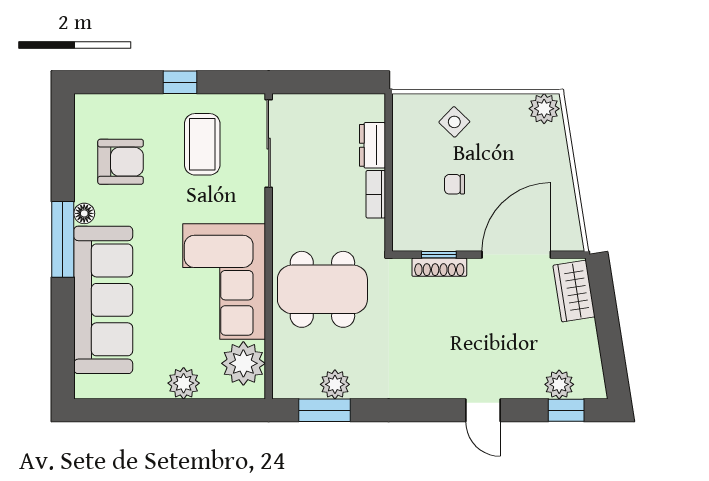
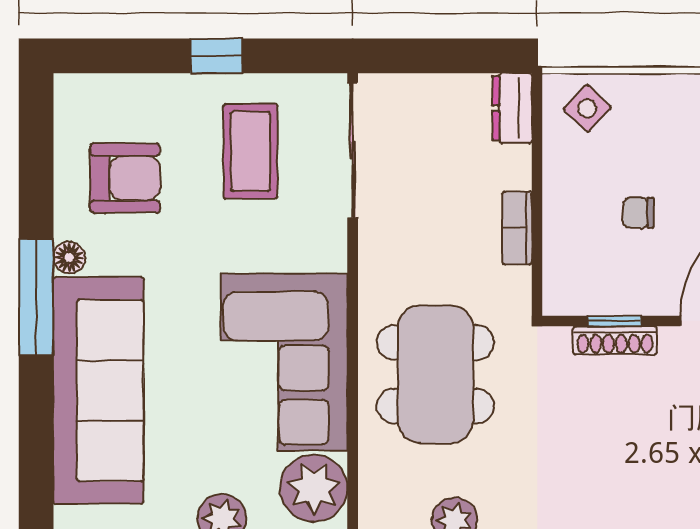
side table: (454, 122) -> (587, 108), moved
dresser: (372, 145) -> (512, 108), moved
dining table: (322, 289) -> (435, 374), turned 90

